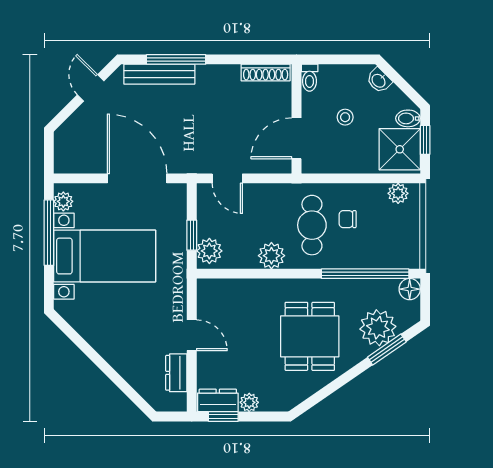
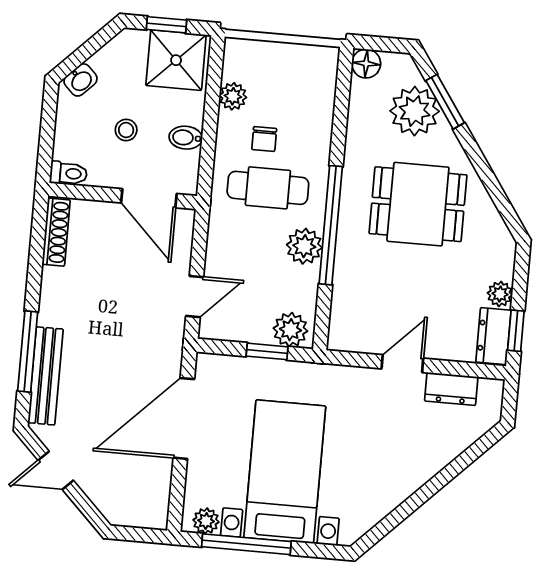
bidet: (408, 118) -> (186, 138), moved, turned 90
plant: (398, 193) -> (233, 96), moved
window: (365, 274) -> (331, 225), moved

